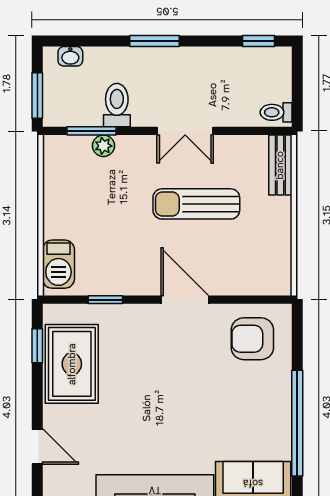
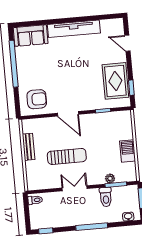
window: (154, 41) -> (92, 227), width x1.44
bench: (280, 165) -> (29, 147), moved
barbecue: (58, 264) -> (128, 151), moved

